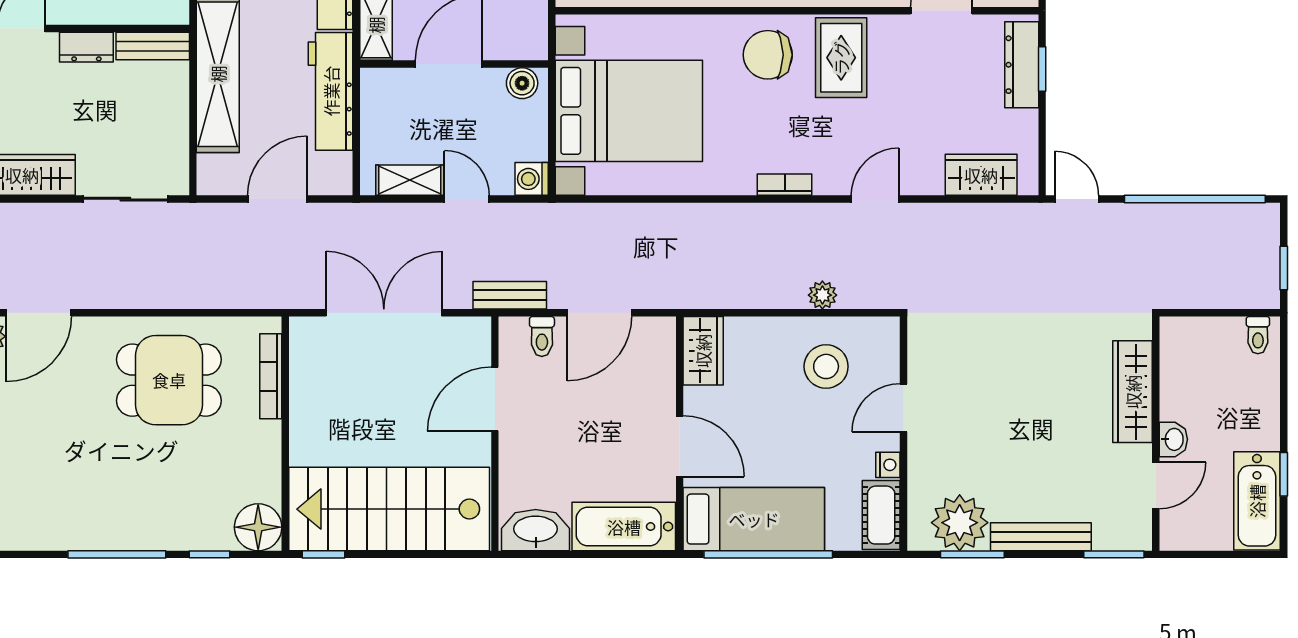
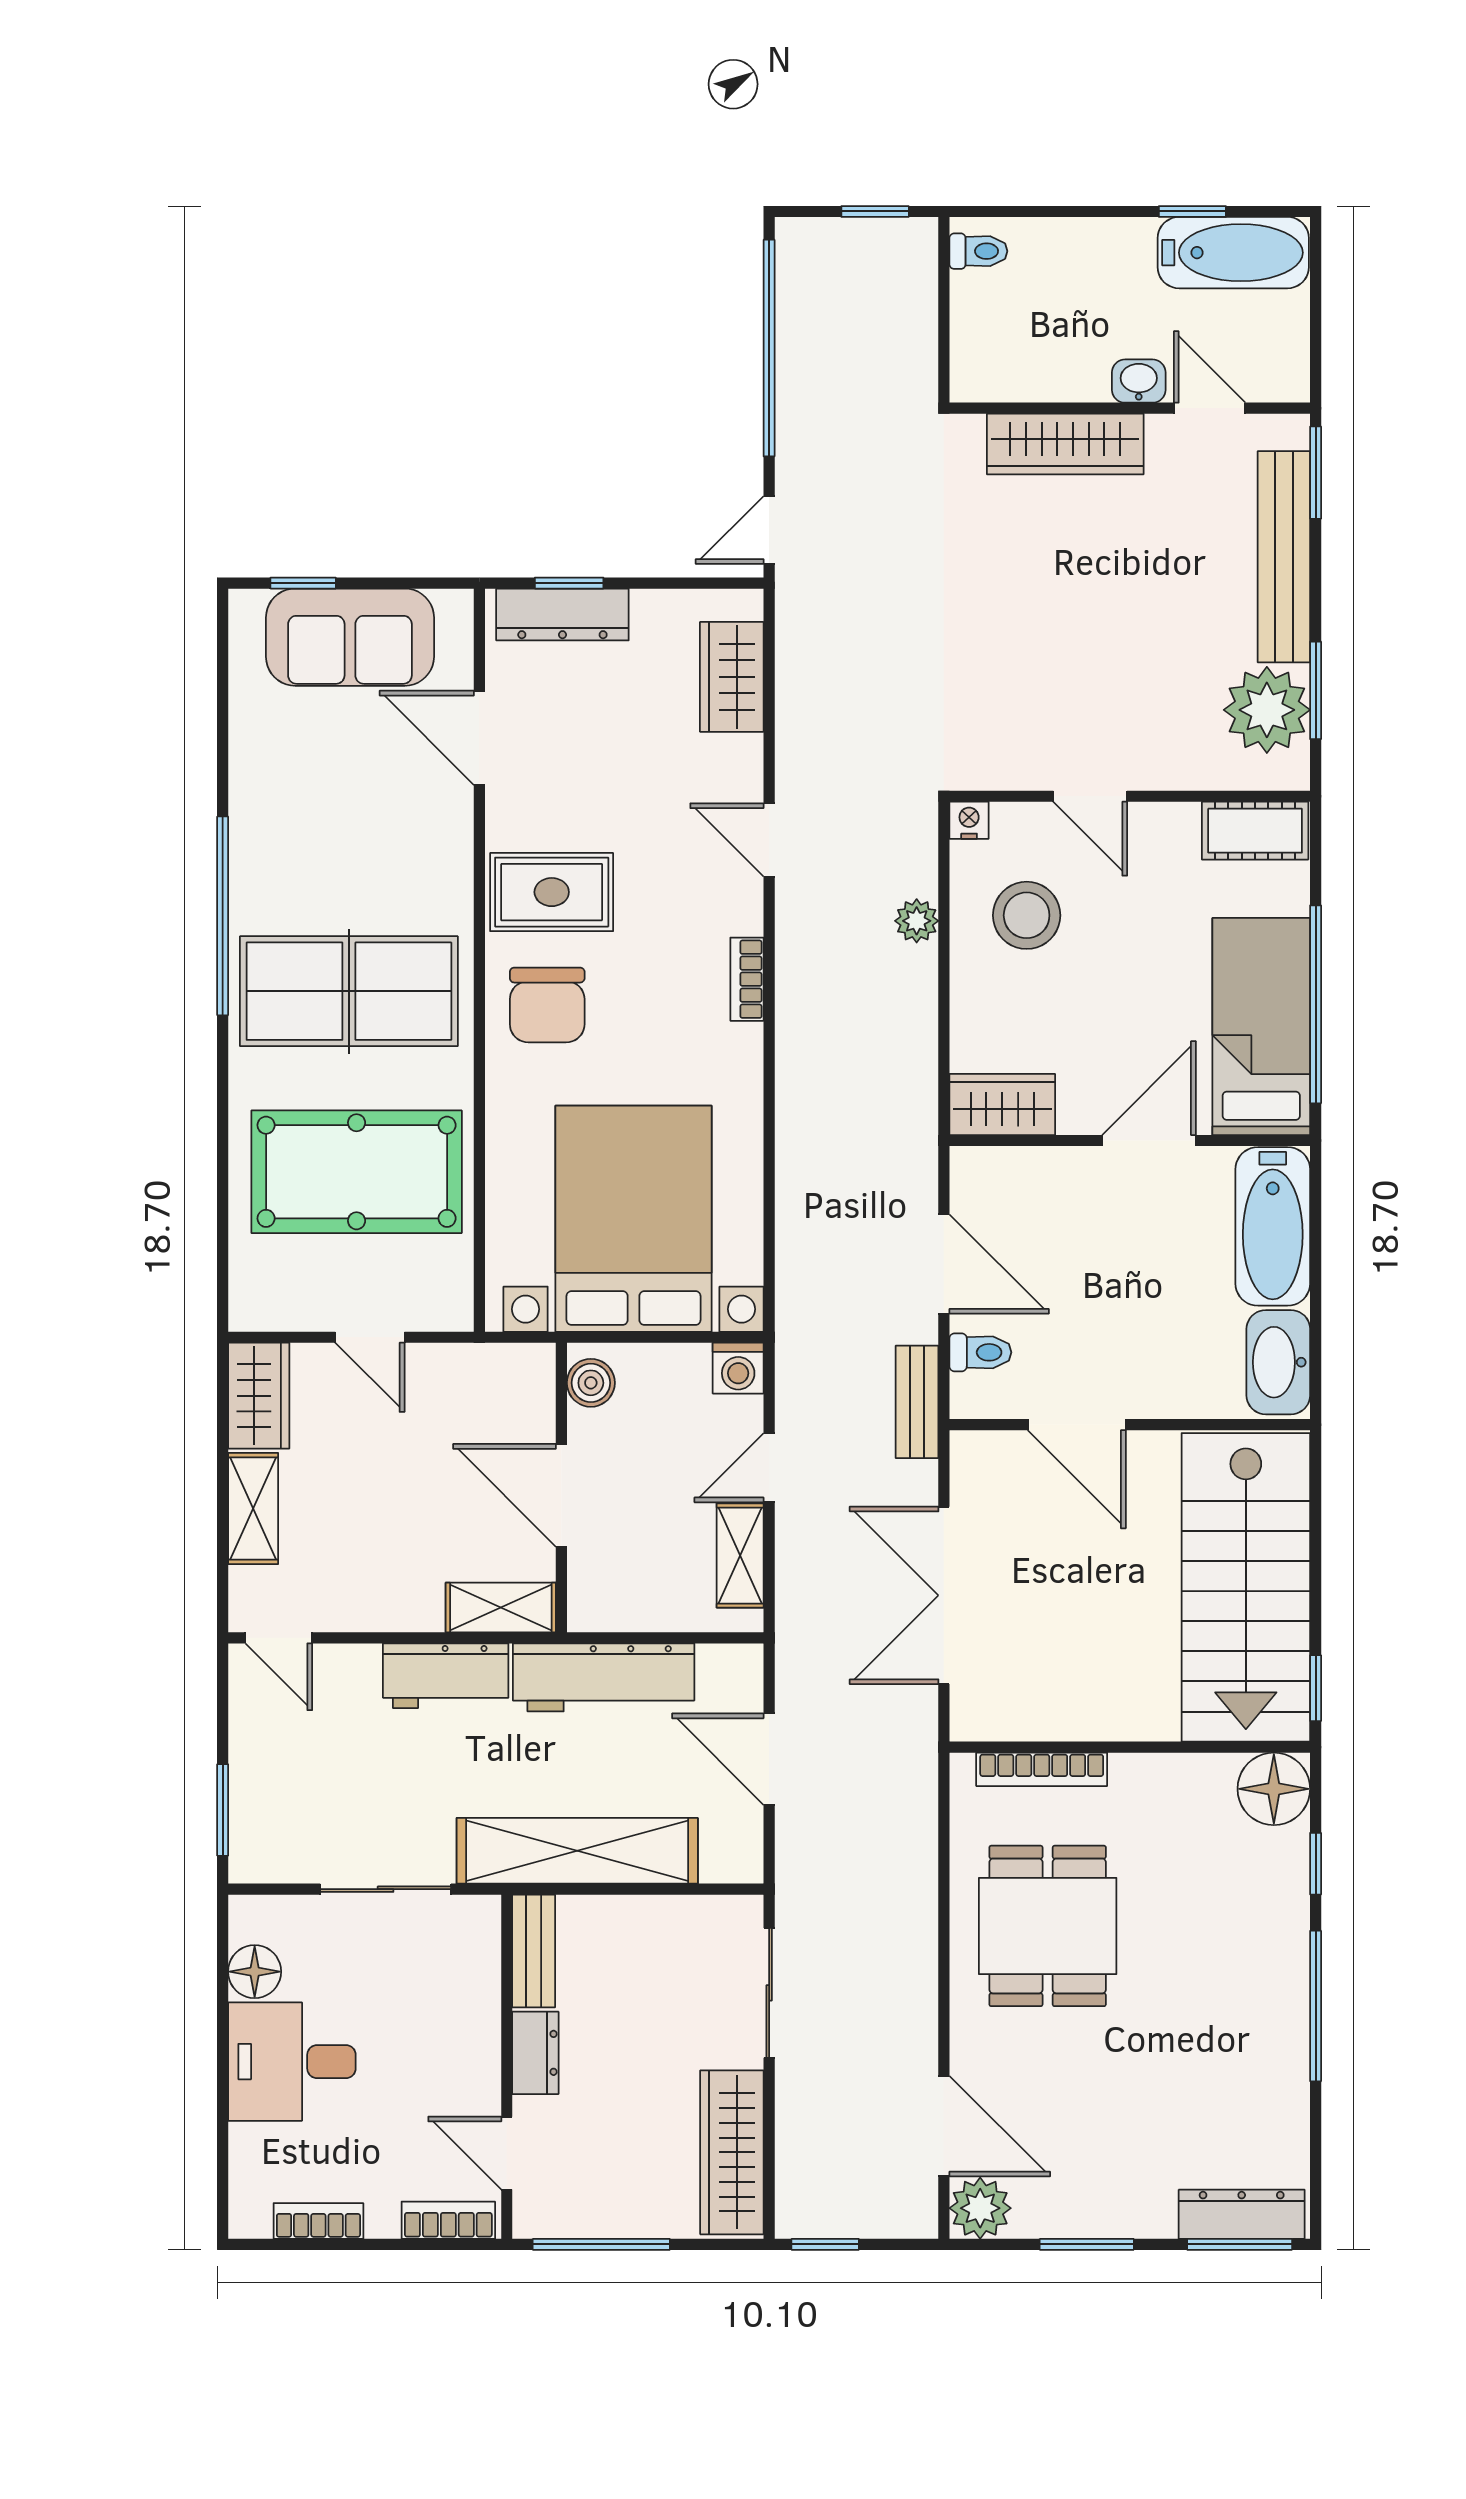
nightstand: (888, 465) -> (969, 820), moved
bench: (1041, 537) -> (1284, 557), width x1.37, depth x1.21

